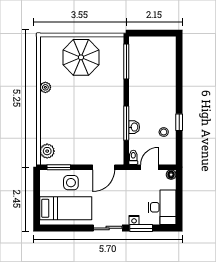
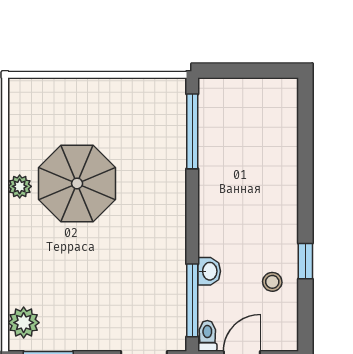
parasol: (81, 57) -> (77, 183), moved
window: (126, 123) -> (192, 300), moved

